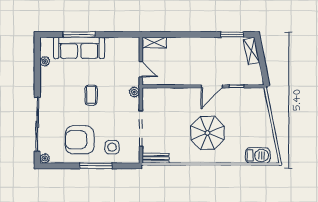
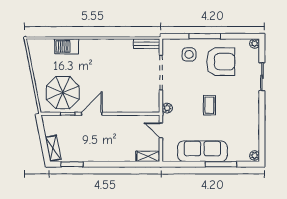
sofa: (79, 48) -> (202, 151), moved
plant: (45, 61) -> (255, 156), moved
sliding door: (37, 124) -> (262, 77), width x0.54
parasol: (207, 133) -> (63, 93), moved
barbecue: (258, 155) -> (67, 46), moved

